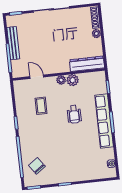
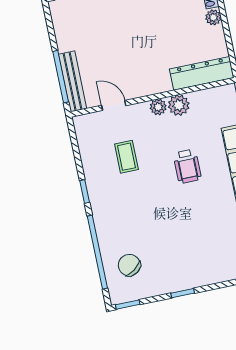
bench: (13, 43) -> (73, 81), moved

